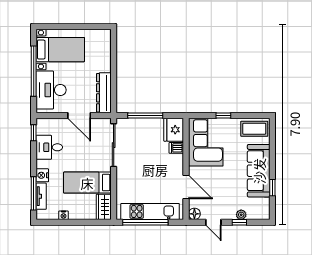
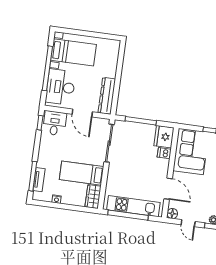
desk: (49, 147) -> (55, 123), moved, turned 90
nightstand: (42, 175) -> (43, 161), removed

